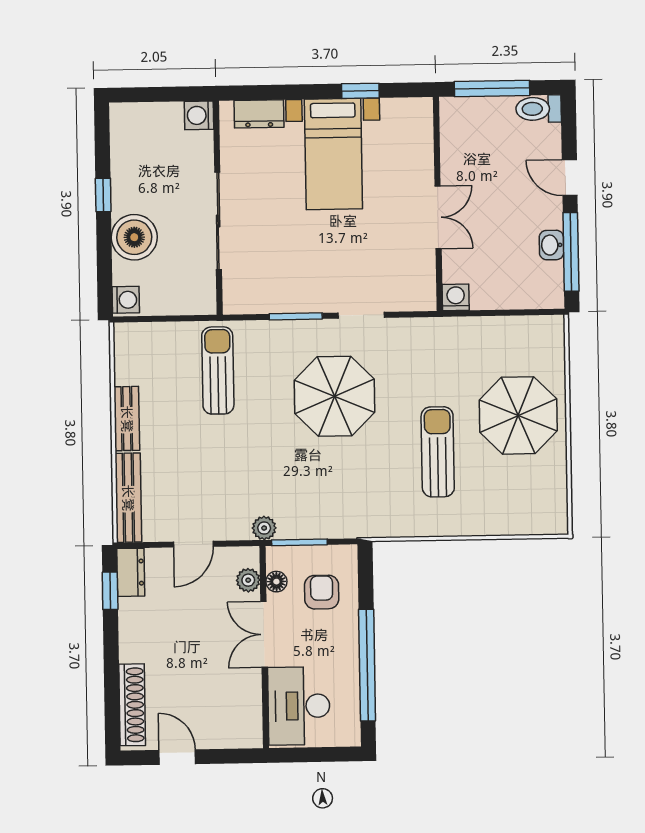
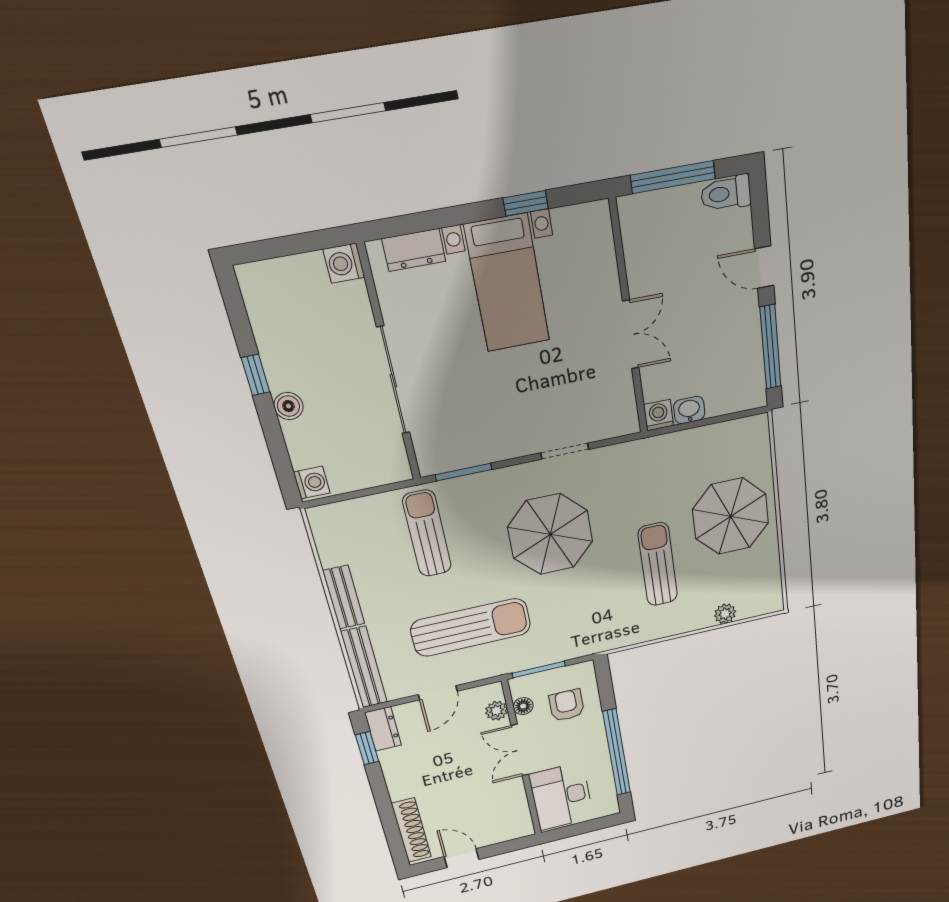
boiler: (134, 237) -> (288, 406), width x0.54, depth x0.54
washbasin: (551, 245) -> (689, 410), moved, turned 90
window: (296, 316) -> (464, 472), moved
sun lounger: (240, 478) -> (471, 627), added
plant: (264, 528) -> (725, 614), moved

